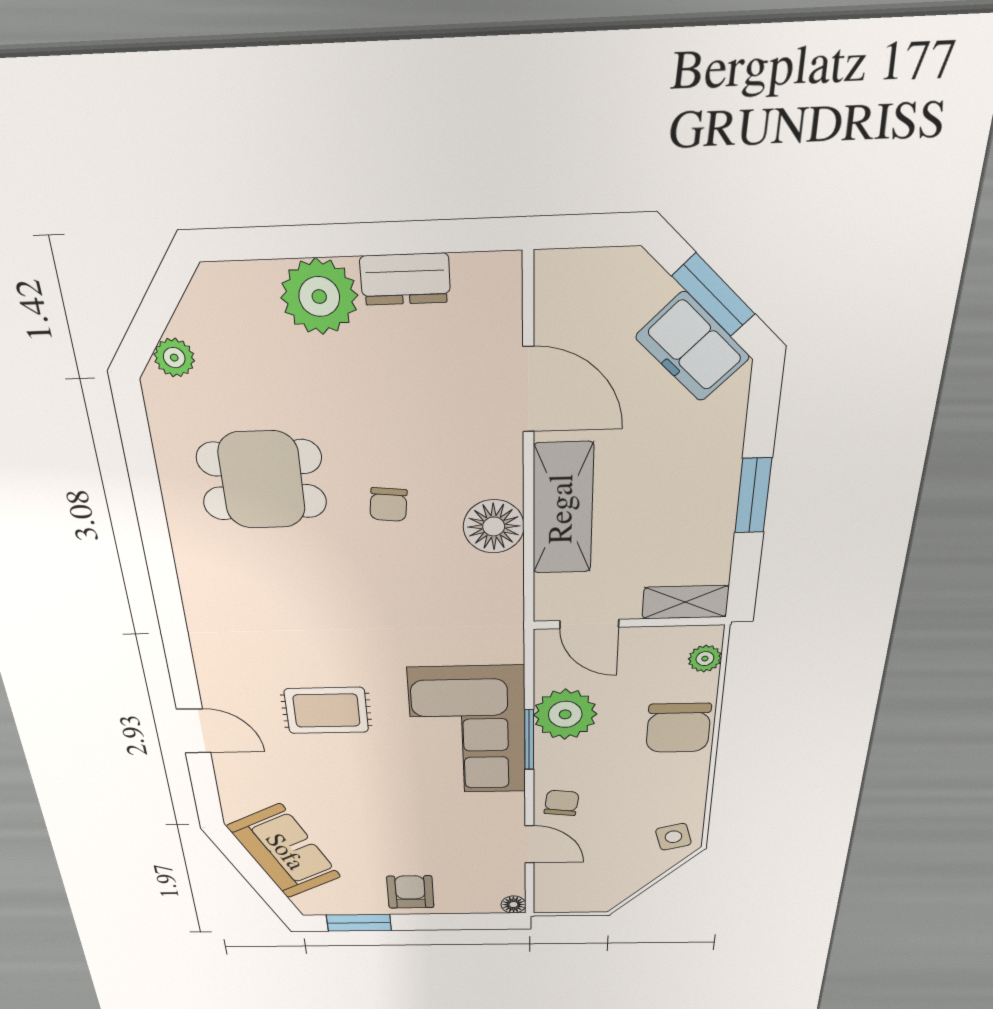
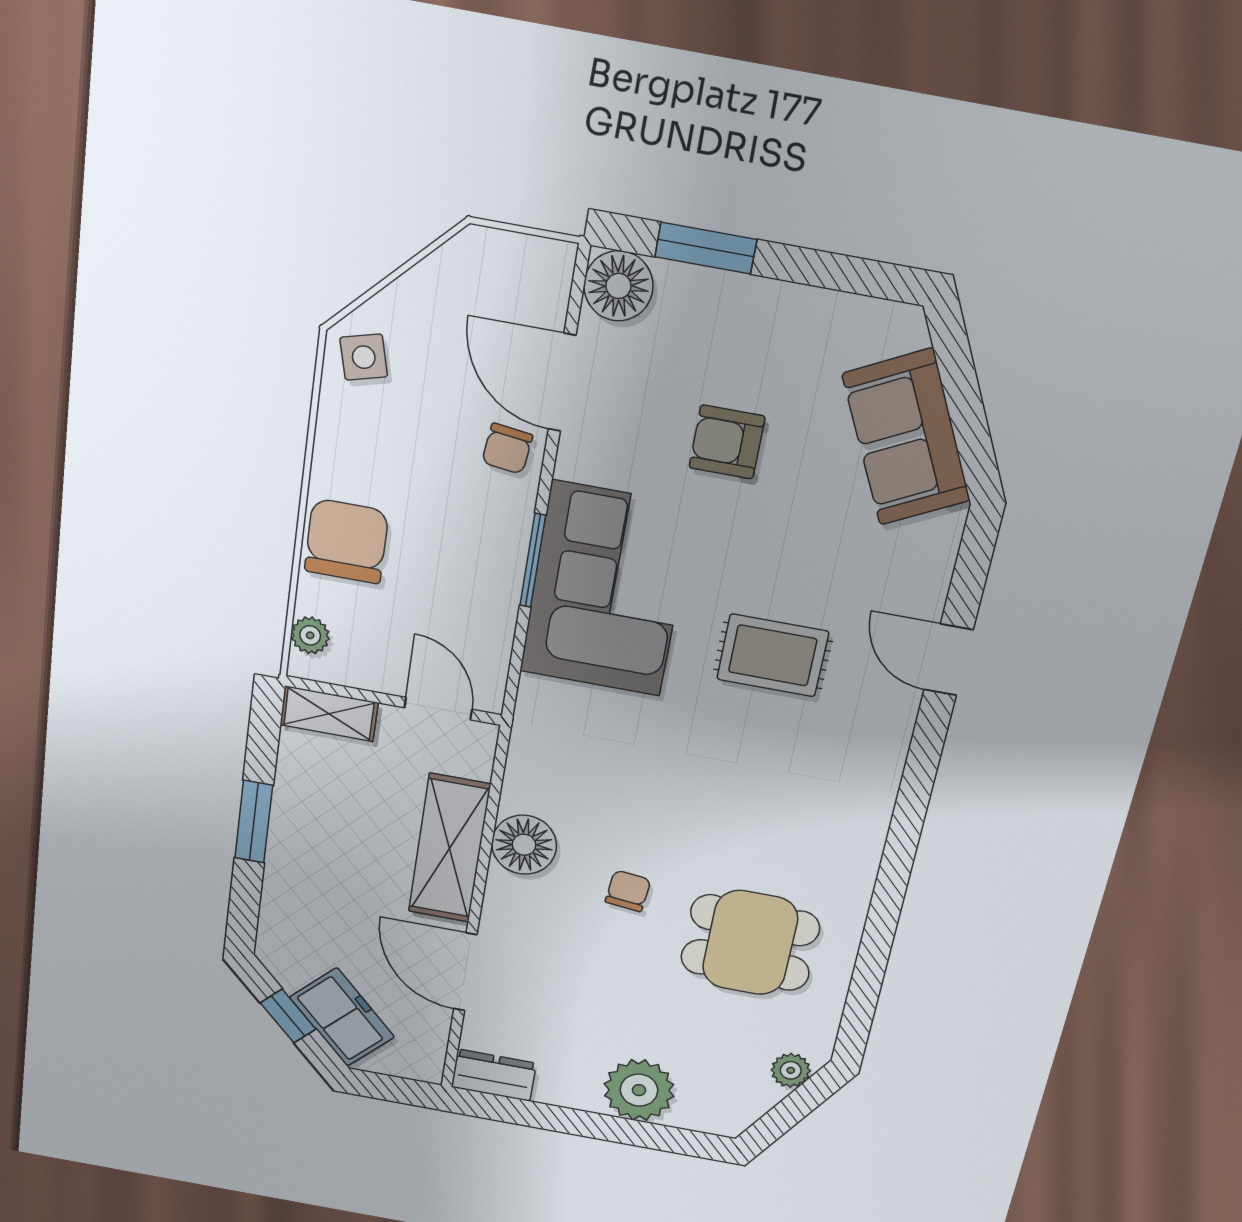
dresser: (405, 279) -> (494, 1075), moved
window: (713, 295) -> (288, 1016), width x0.67
freezer: (693, 347) -> (342, 1017), moved
plant: (565, 714) -> (483, 590), removed
door: (529, 844) -> (562, 382), width x1.38
armchair: (410, 892) -> (727, 442), moved, turned 90
floor lamp: (513, 905) -> (618, 286), width x1.89, depth x1.89
window: (359, 923) -> (706, 248), moved

